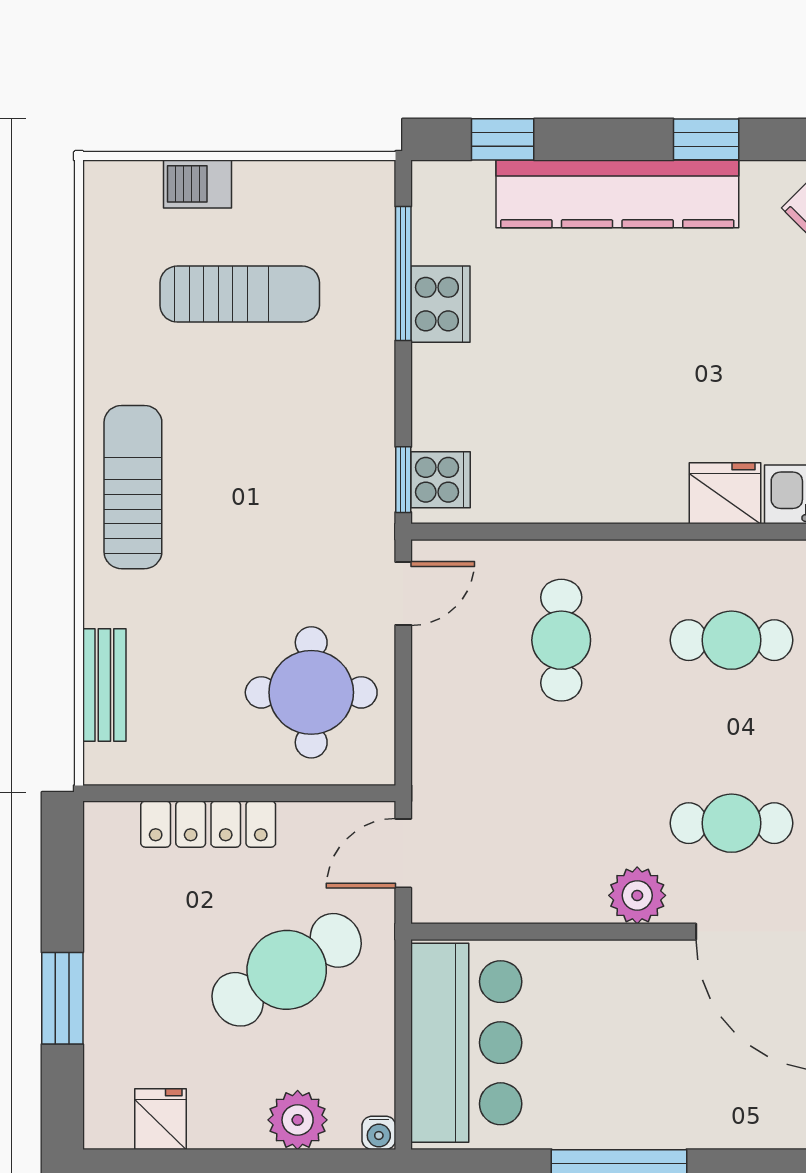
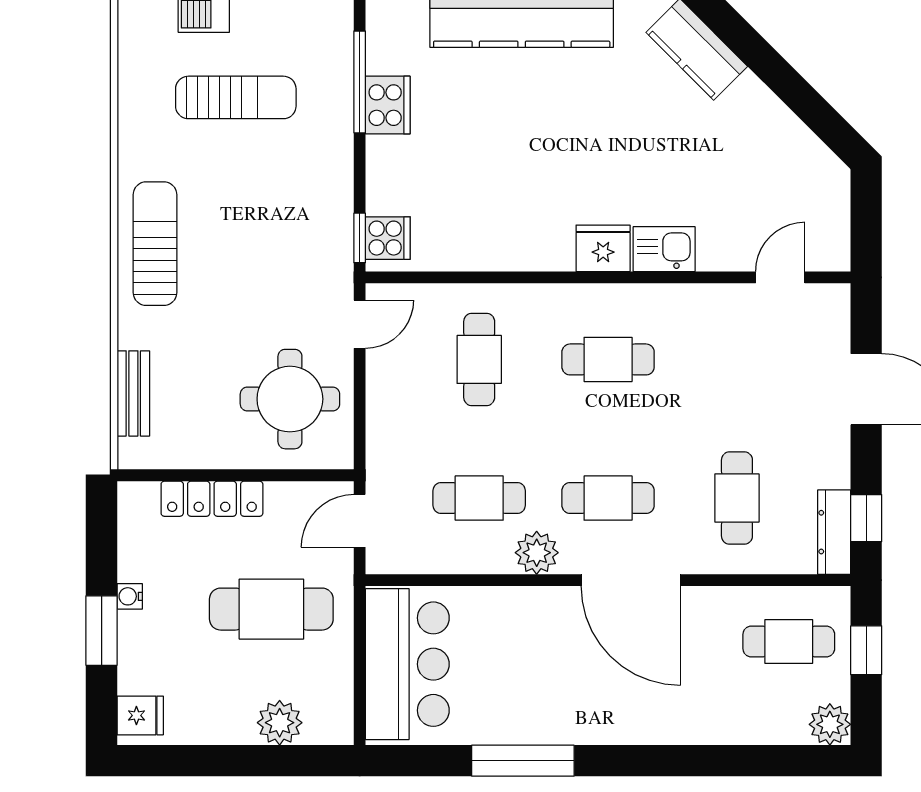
cafe table: (561, 823) -> (479, 498), added
cafe table: (287, 970) -> (271, 609), turned 31
fridge: (160, 1119) -> (140, 715), moved, turned 90
water cooler: (379, 1133) -> (130, 596), moved, turned 90

